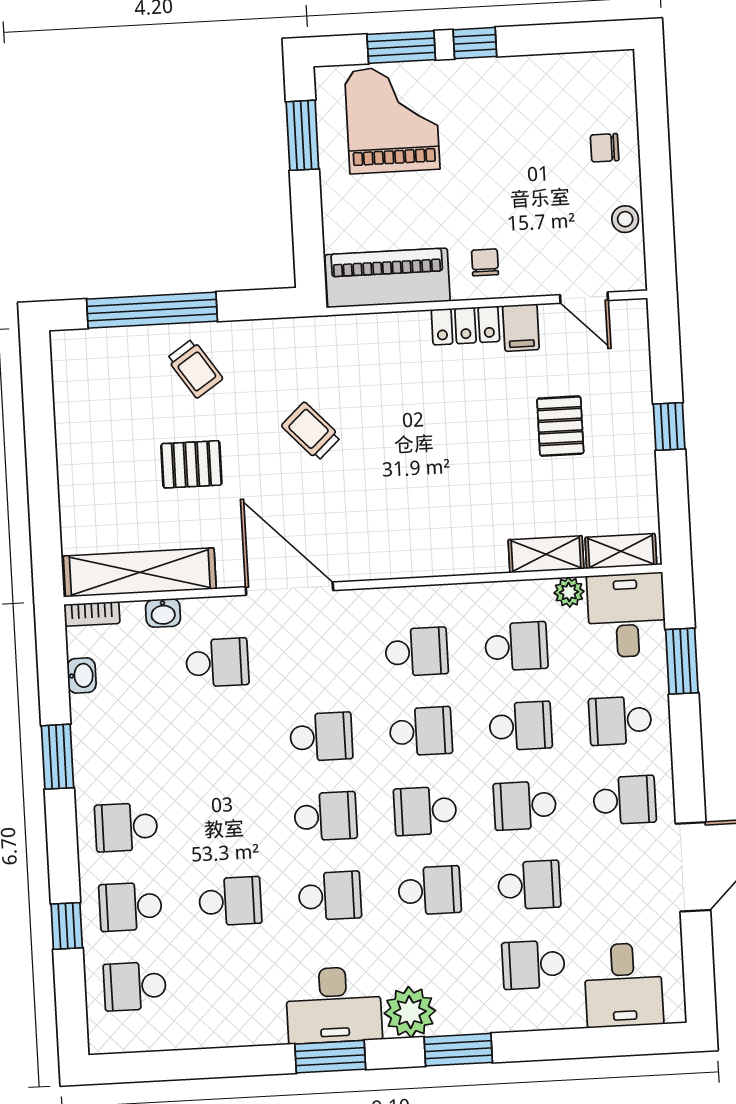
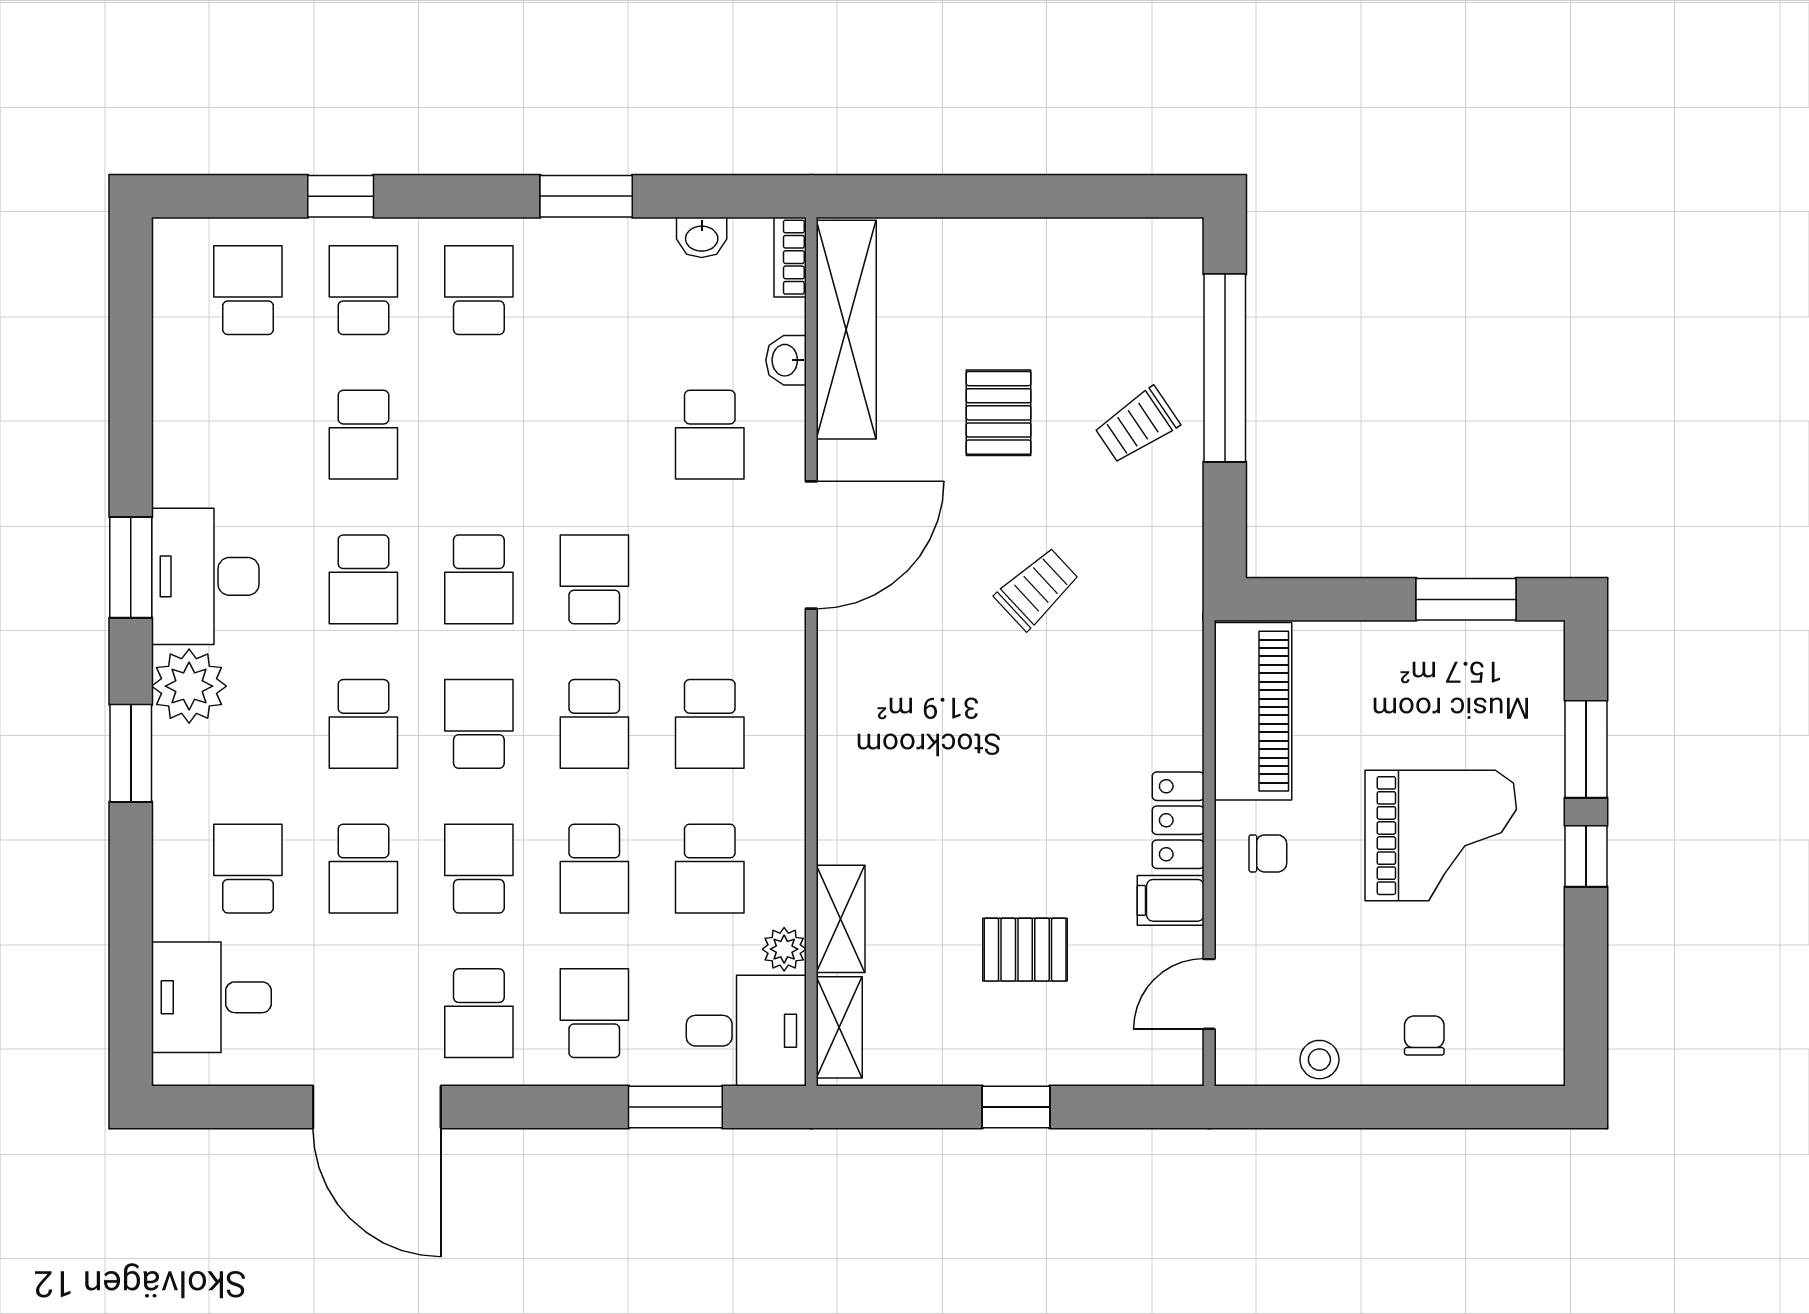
grand piano: (392, 120) -> (1441, 836), moved
school desk: (321, 737) -> (594, 579), turned 180

